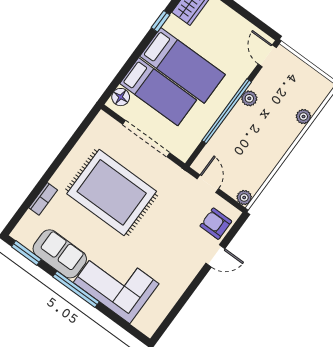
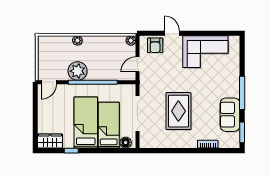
plant: (249, 98) -> (78, 71), width x1.88, depth x1.88
plant: (303, 117) -> (77, 40), moved
rug: (112, 192) -> (178, 111), width x0.73, depth x0.69
corner sofa: (116, 283) -> (205, 52), moved, turned -90

